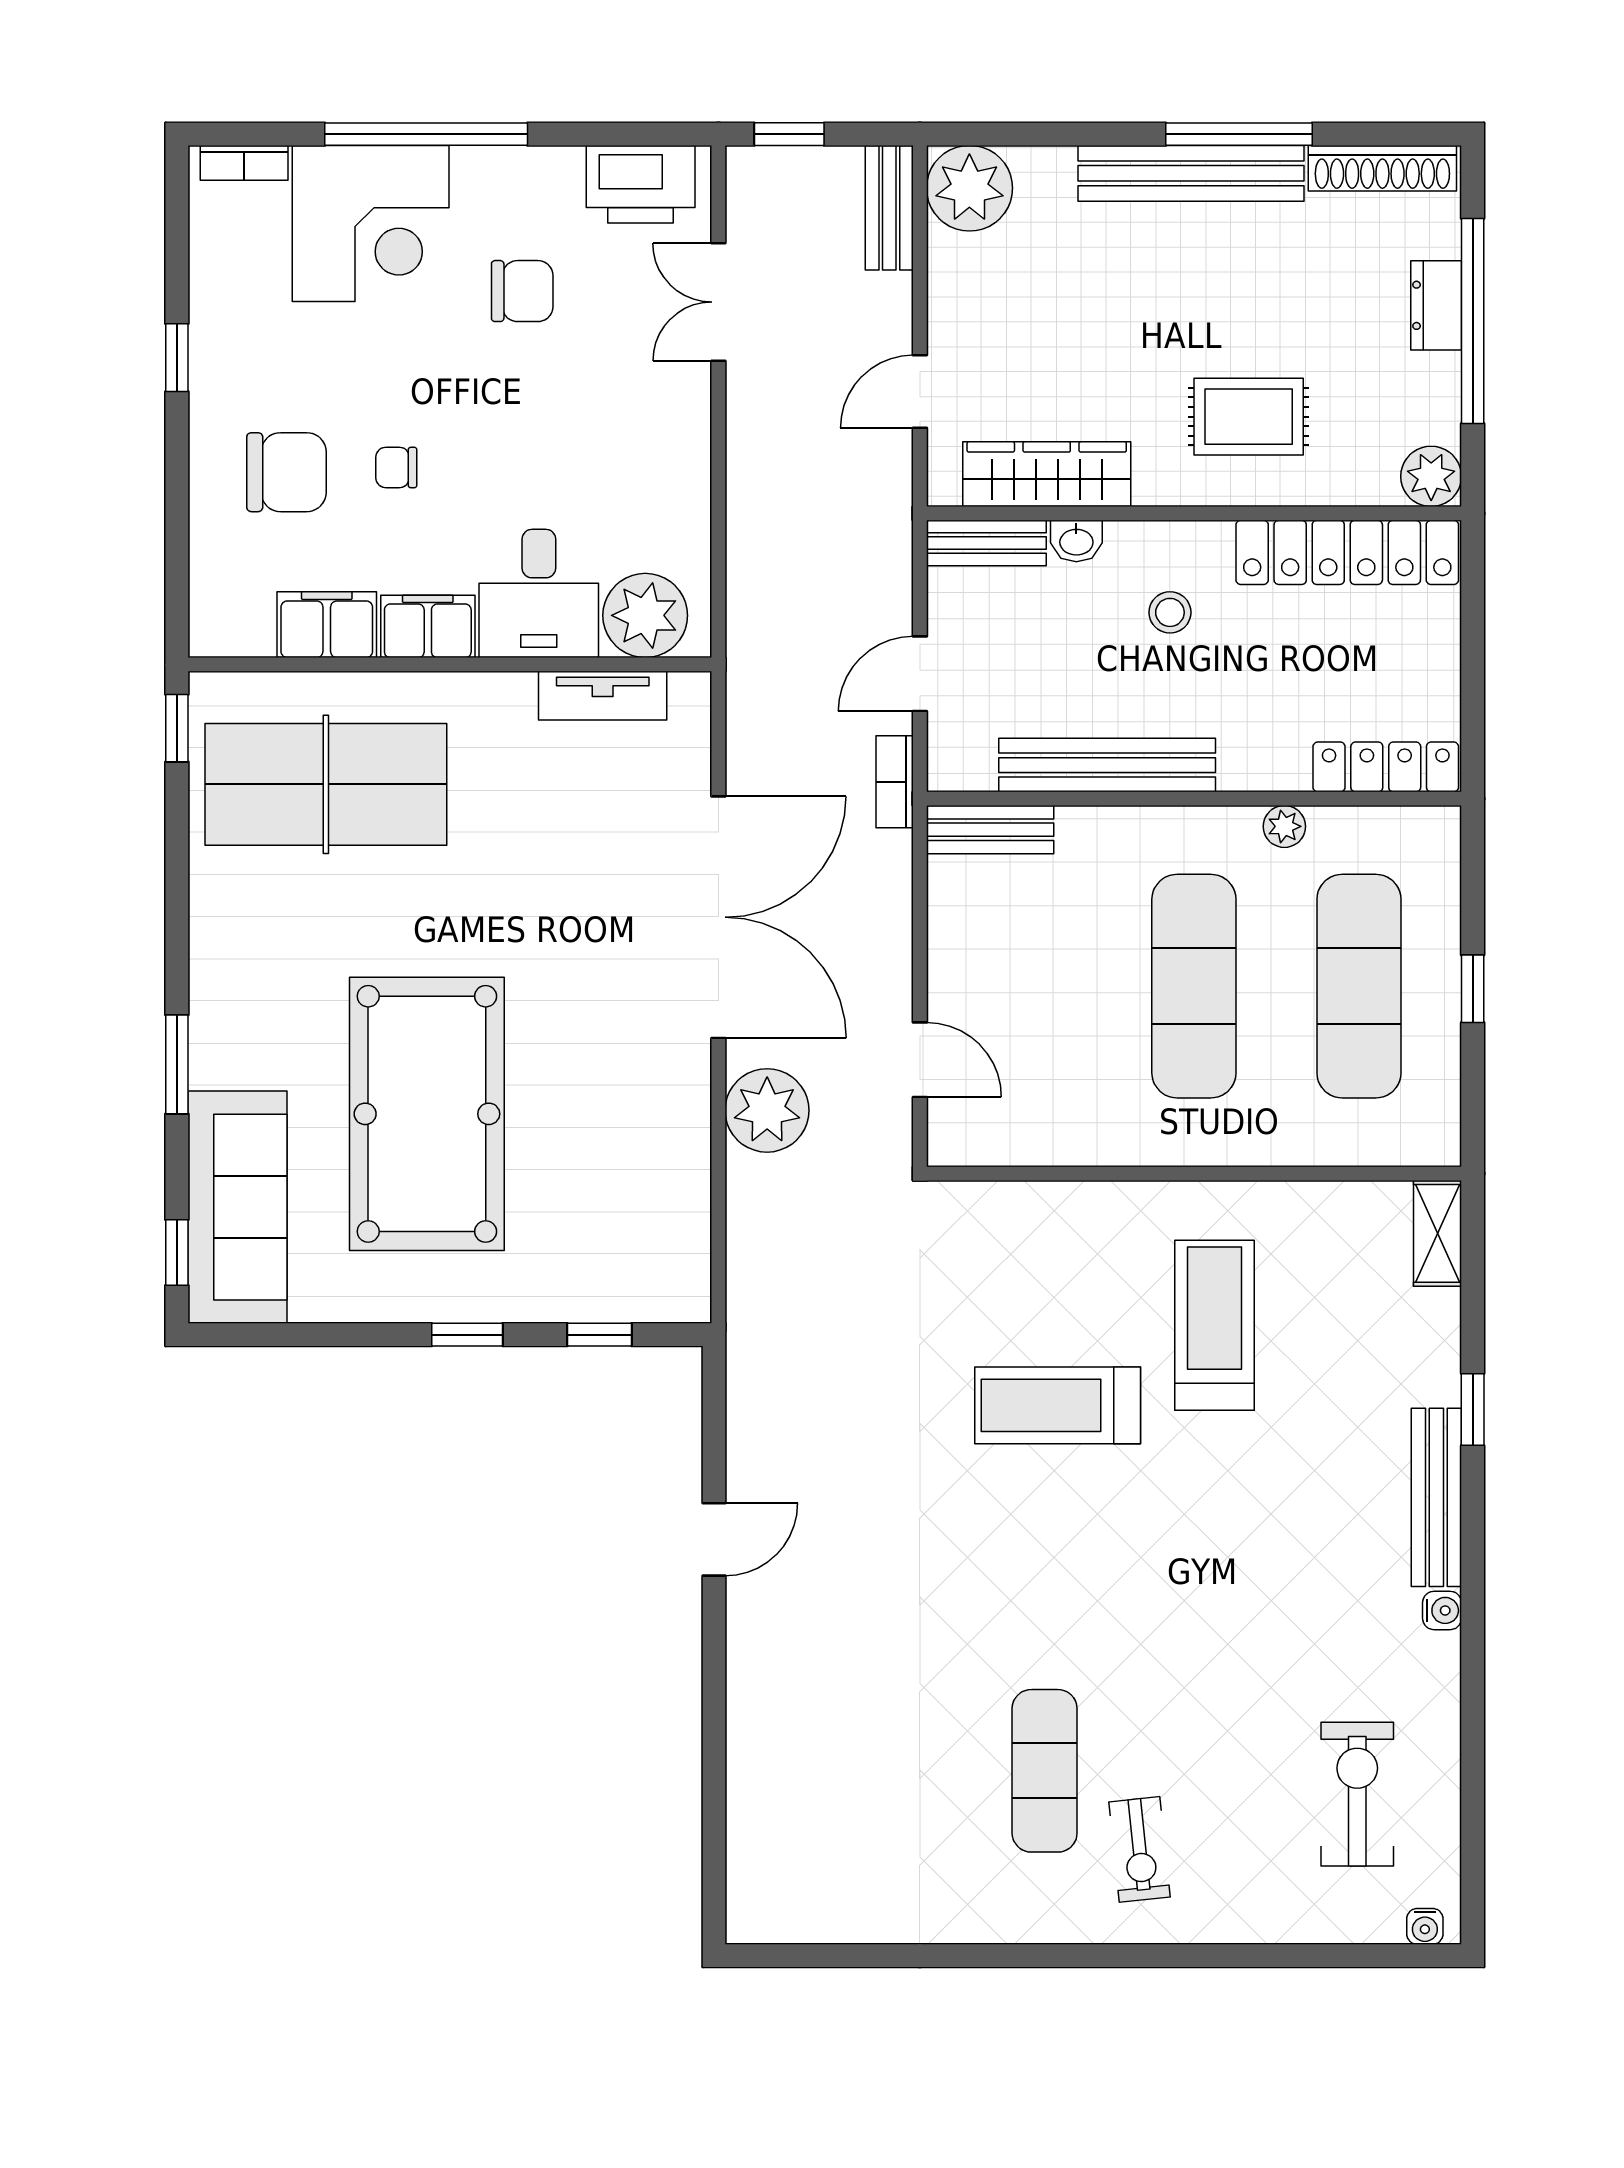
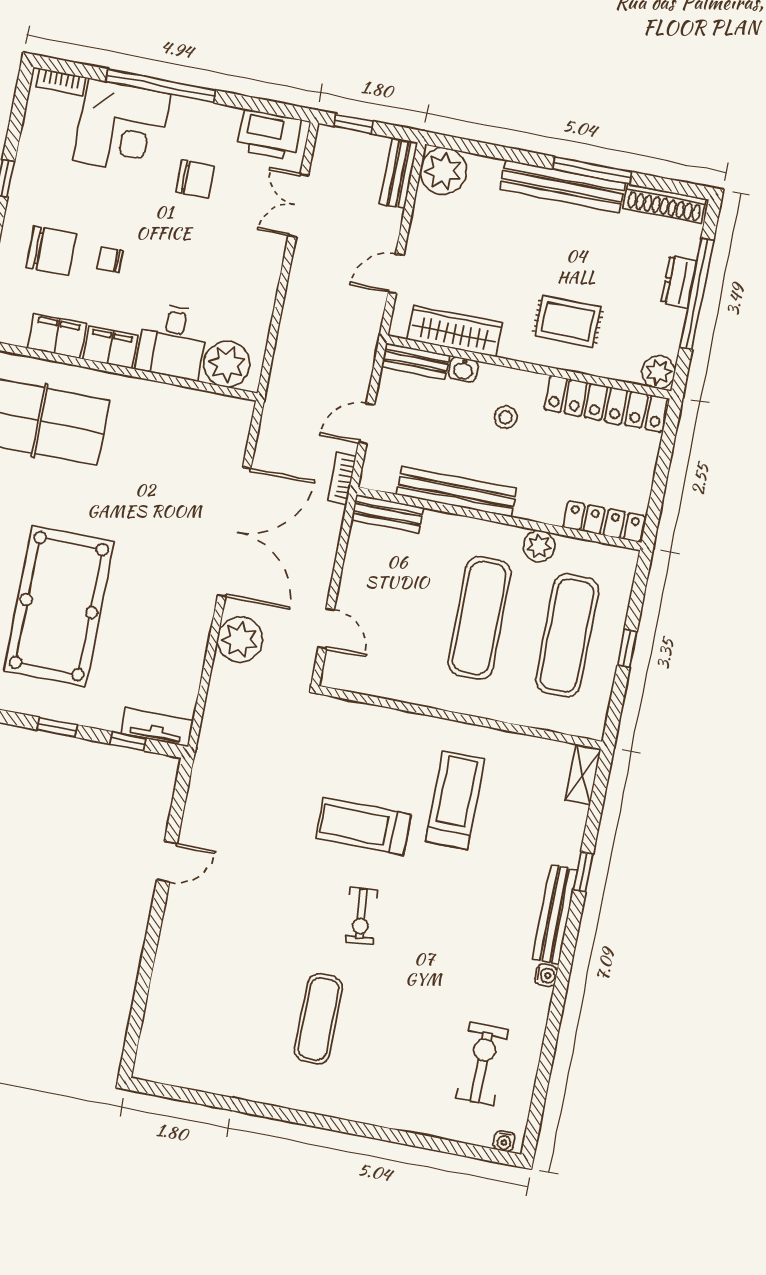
tv unit: (603, 696) -> (157, 727), moved, turned 180
plant: (1284, 826) -> (539, 546), width x1.38, depth x1.38
exercise bike: (1140, 1849) -> (361, 916), moved

